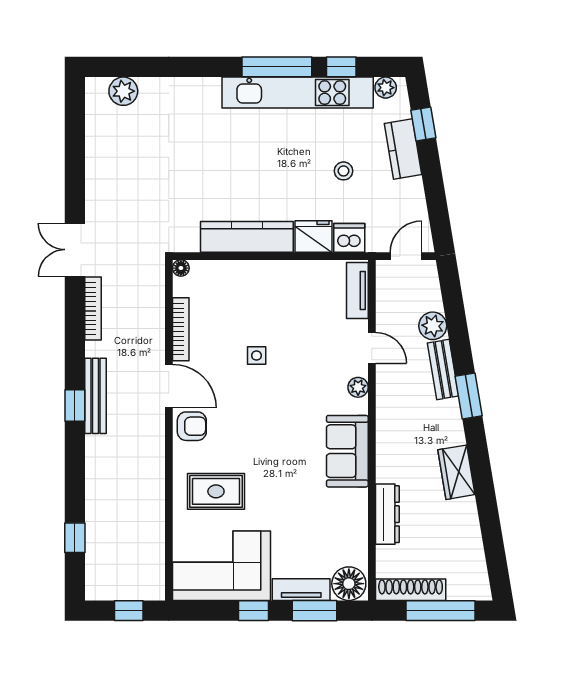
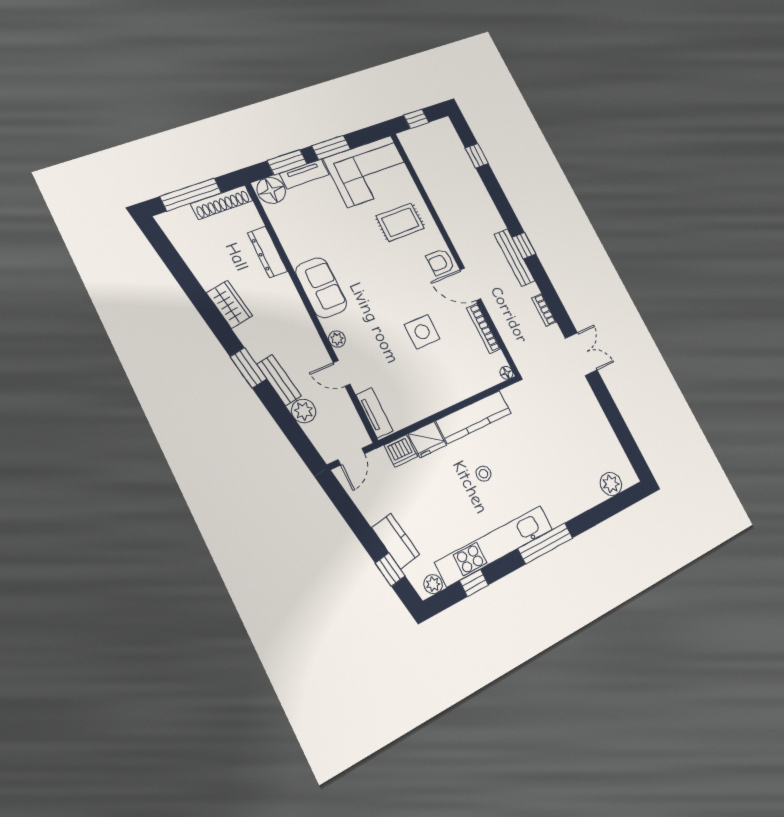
window: (277, 67) -> (545, 543), moved
stool: (343, 171) -> (483, 474), moved
bookcase: (93, 309) -> (544, 310), width x0.64
side table: (257, 356) -> (422, 332), width x1.87, depth x1.87
window: (253, 611) -> (331, 147), width x1.50

